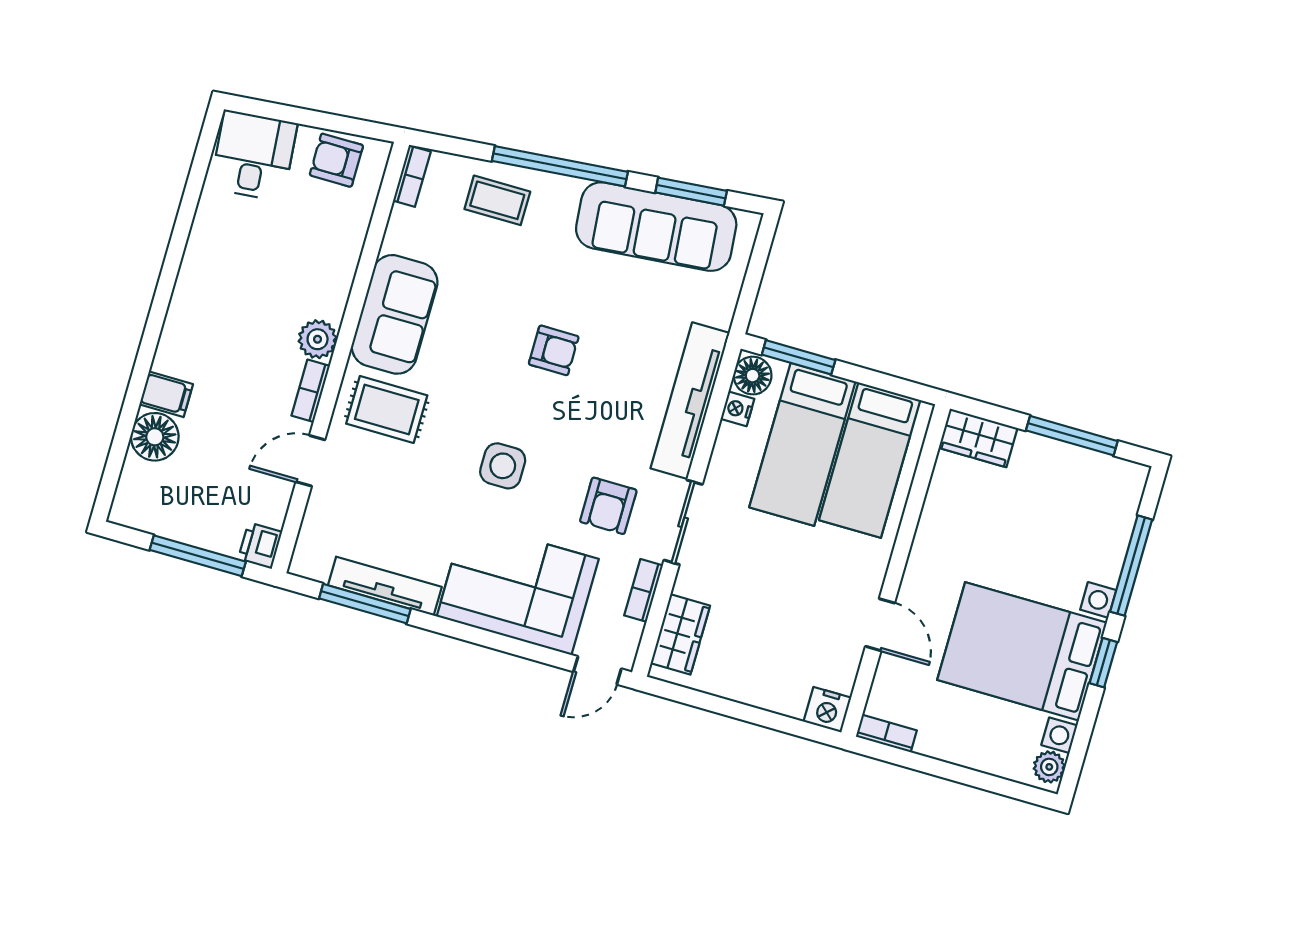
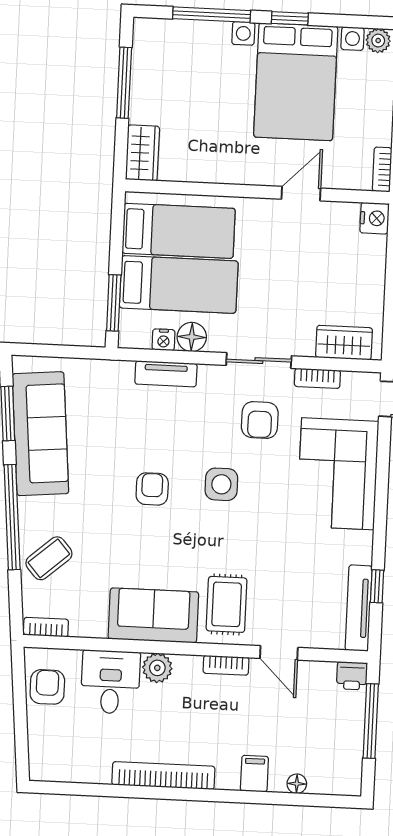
desk: (254, 156) -> (110, 682), moved, turned 95
armchair: (336, 160) -> (47, 687), turned 180
coffee table: (497, 200) -> (49, 558), turned 49
bookcase: (191, 279) -> (163, 776), added
plant: (318, 339) -> (157, 668), moved
floor lamp: (753, 376) -> (192, 337), moved
tv unit: (690, 401) -> (166, 374), width x0.52, depth x0.78
floor lamp: (155, 437) -> (297, 784), width x0.53, depth x0.53
side table: (503, 466) -> (221, 484), moved
armchair: (608, 506) -> (260, 420), turned 90
tv unit: (385, 586) -> (359, 608), moved
window: (365, 604) -> (377, 586), width x0.46

